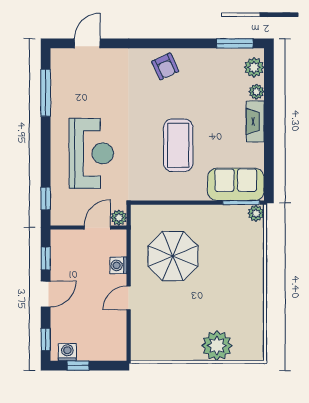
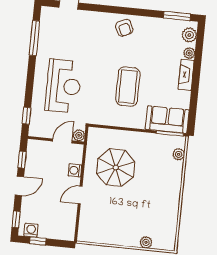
plant: (256, 213) -> (179, 154), moved
plant: (217, 346) -> (146, 242), width x0.53, depth x0.53

